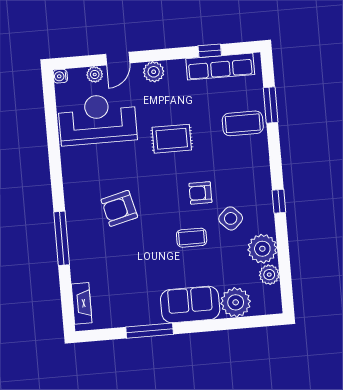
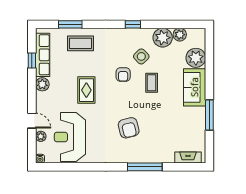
plant: (154, 72) -> (42, 84), moved
coffee table: (243, 123) -> (81, 43), turned 90

